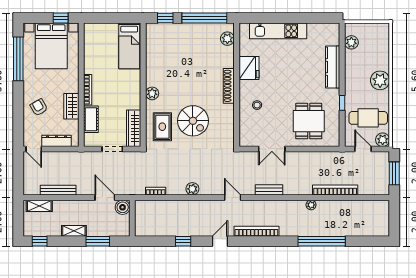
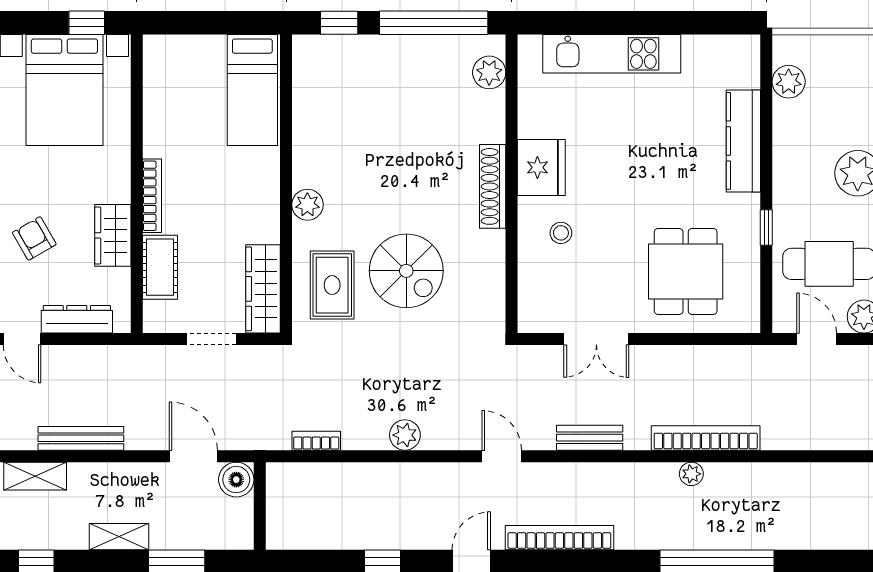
fridge: (249, 68) -> (541, 167), moved
bookcase: (335, 190) -> (706, 438), moved

